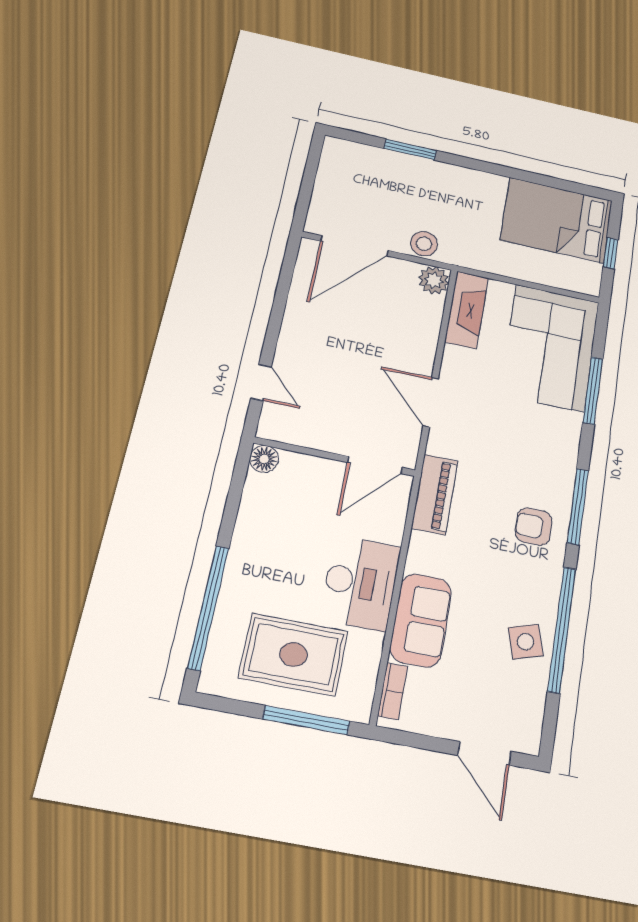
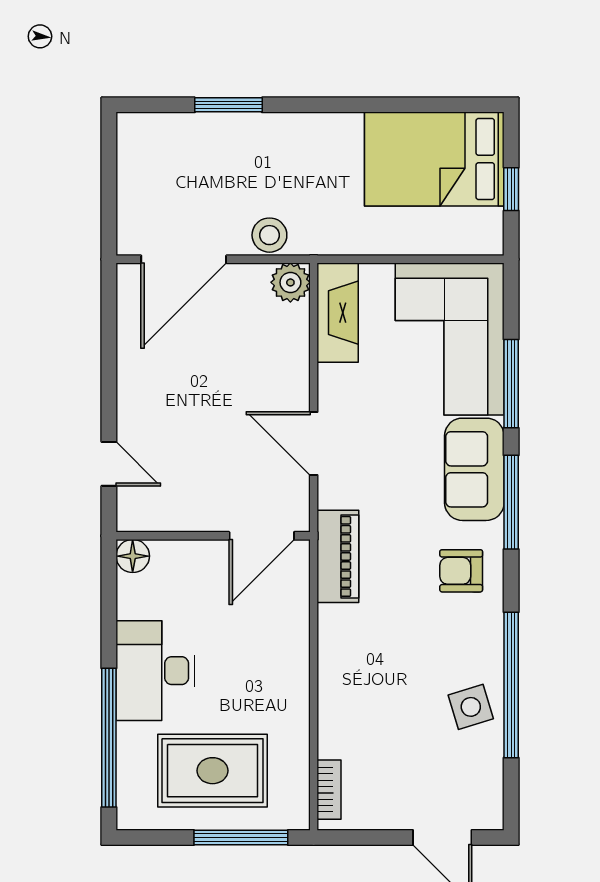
window: (578, 507) -> (511, 502), moved
desk: (360, 583) -> (155, 671), moved, turned 180
sofa: (421, 620) -> (474, 469), moved, turned 180

